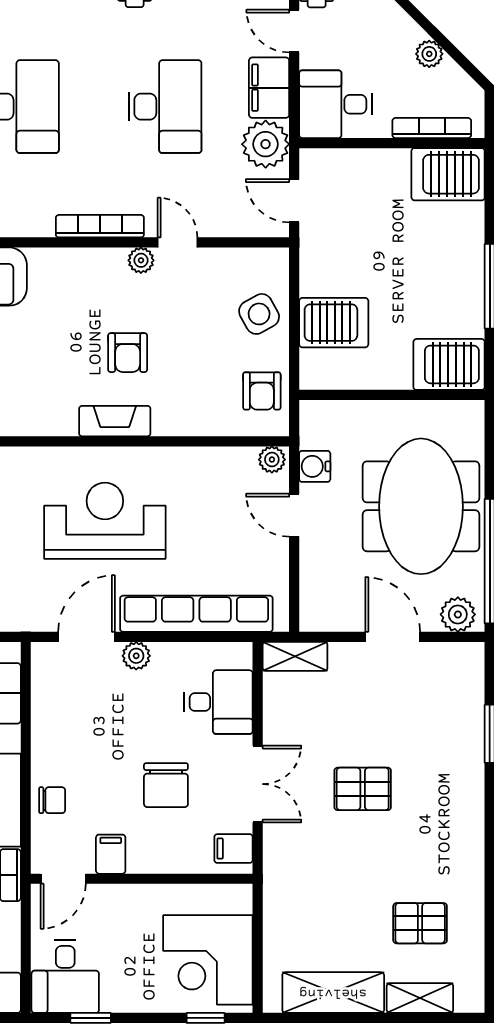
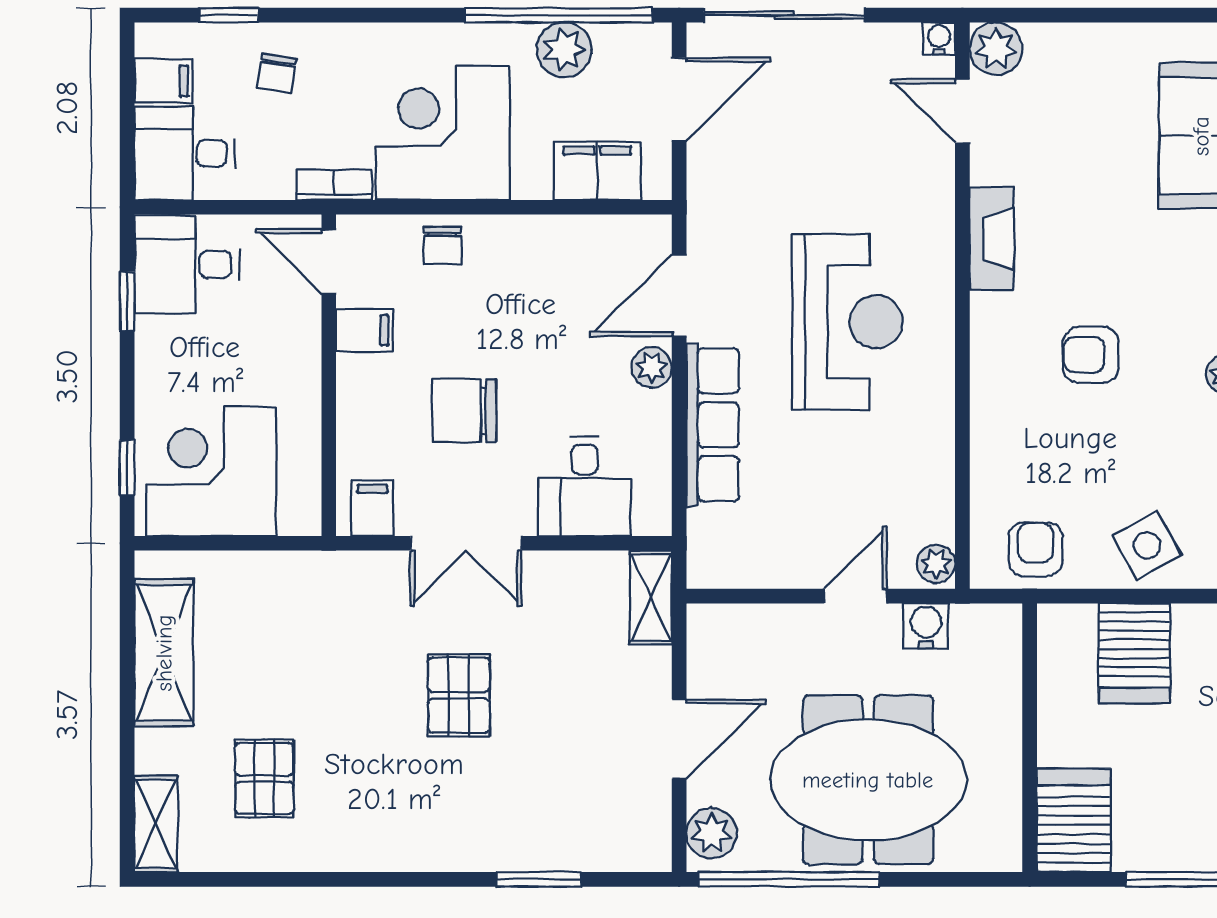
armchair: (262, 391) -> (1035, 549), turned 90
fireplace: (115, 421) -> (992, 239), moved
row of seats: (196, 614) -> (713, 425), width x0.73
door: (87, 637) -> (679, 295), swing flipped
shelving: (420, 998) -> (156, 824), moved

